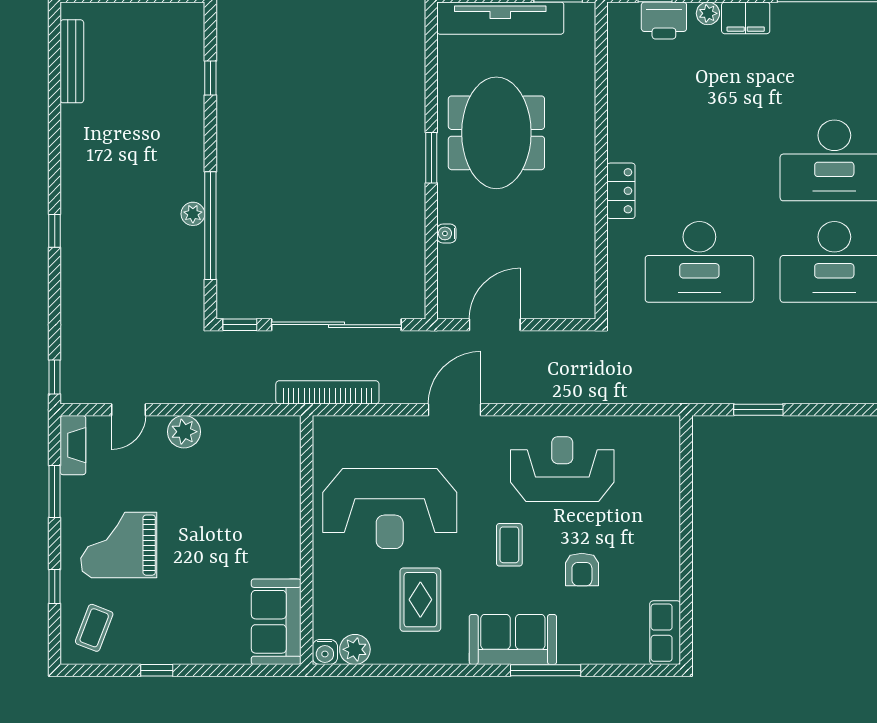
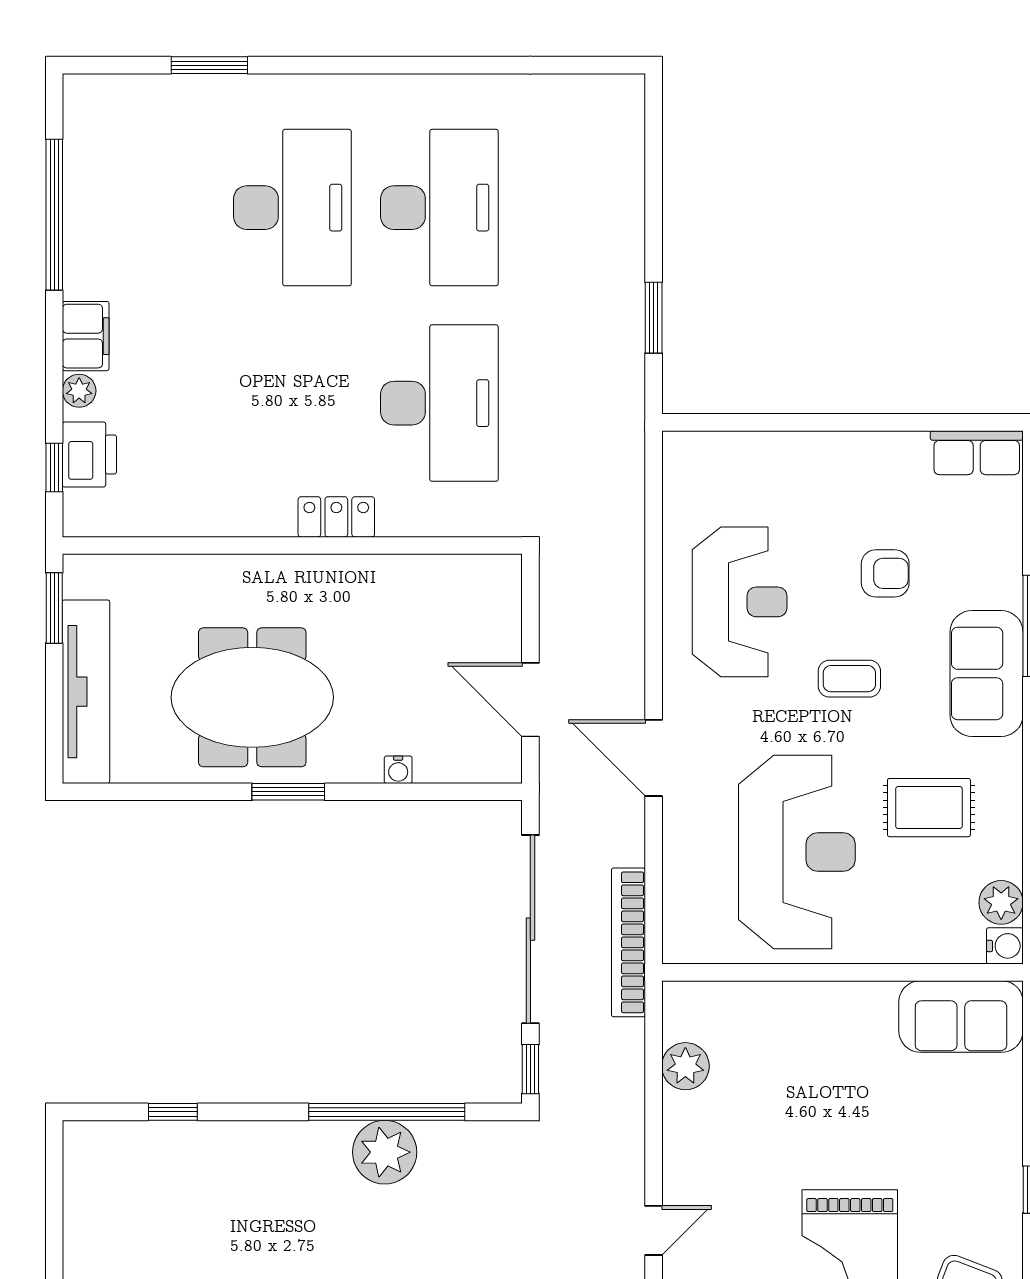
plant: (193, 214) -> (385, 1152), width x1.88, depth x1.88
door: (129, 410) -> (654, 1230), hinge flipped
plant: (184, 432) -> (685, 1066), moved
reception desk: (562, 469) -> (740, 602), turned 180

